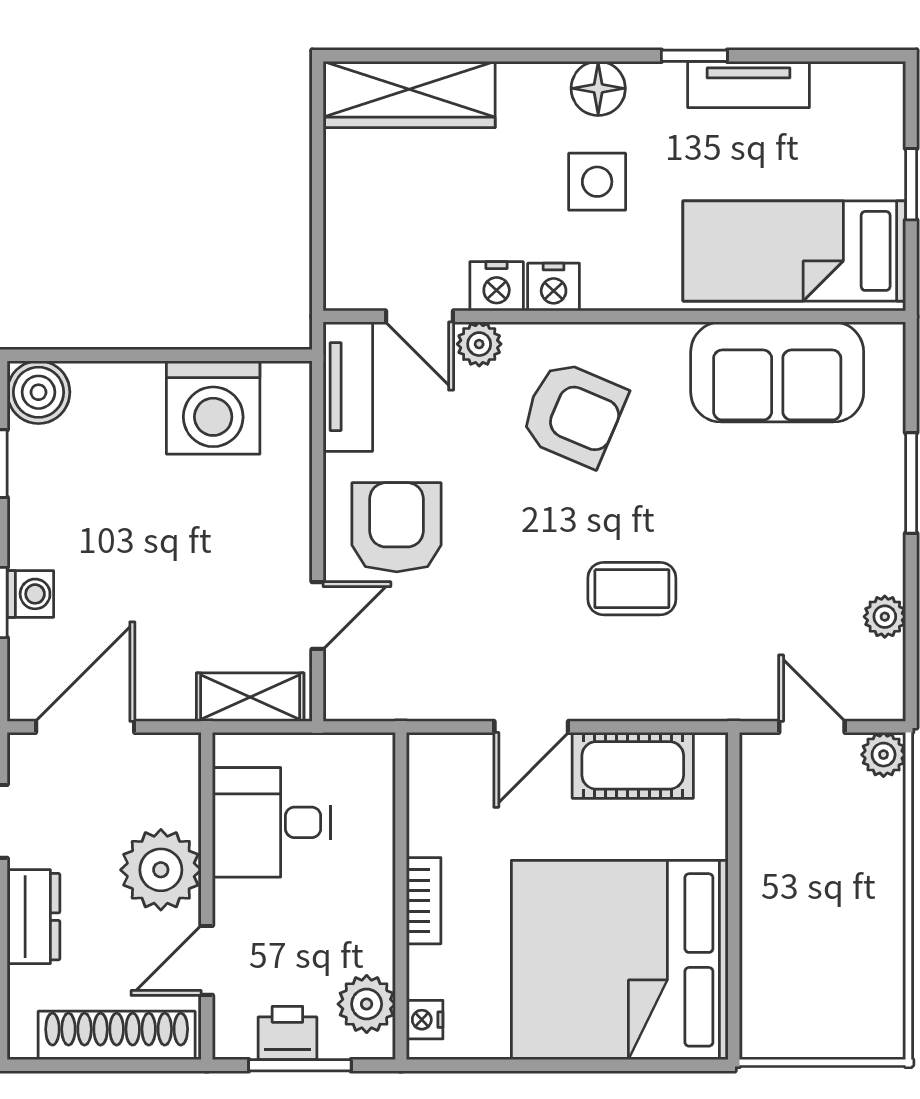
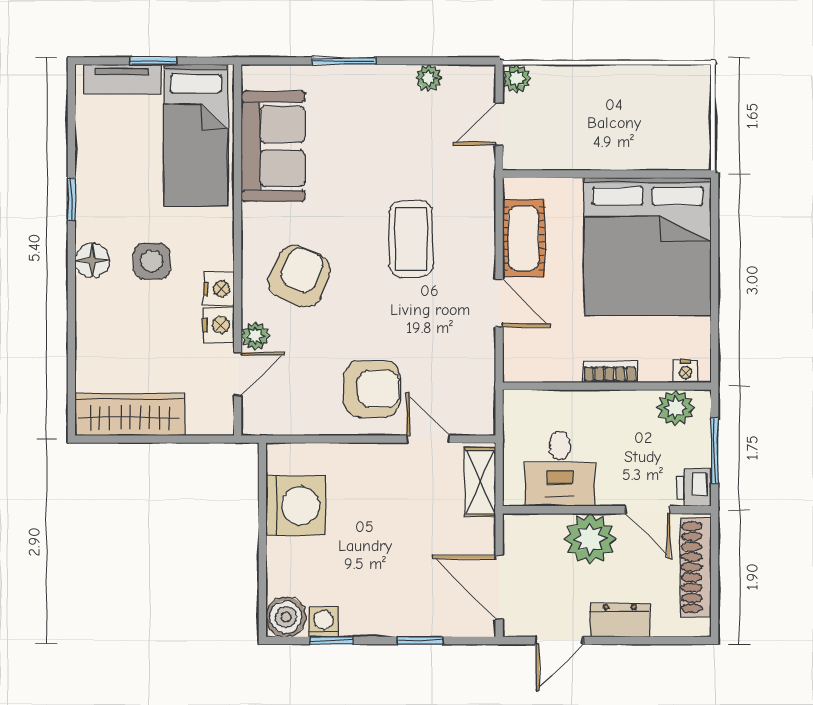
tv unit: (749, 84) -> (122, 79), moved, turned 90
wardrobe: (409, 94) -> (130, 414), moved, turned -90
tv unit: (348, 387) -> (282, 420), removed
armchair: (397, 527) -> (372, 389), turned 180
coffee table: (632, 589) -> (411, 239), width x1.36, depth x1.30
washing machine: (30, 594) -> (324, 622), moved
printer: (287, 1033) -> (694, 487), moved

